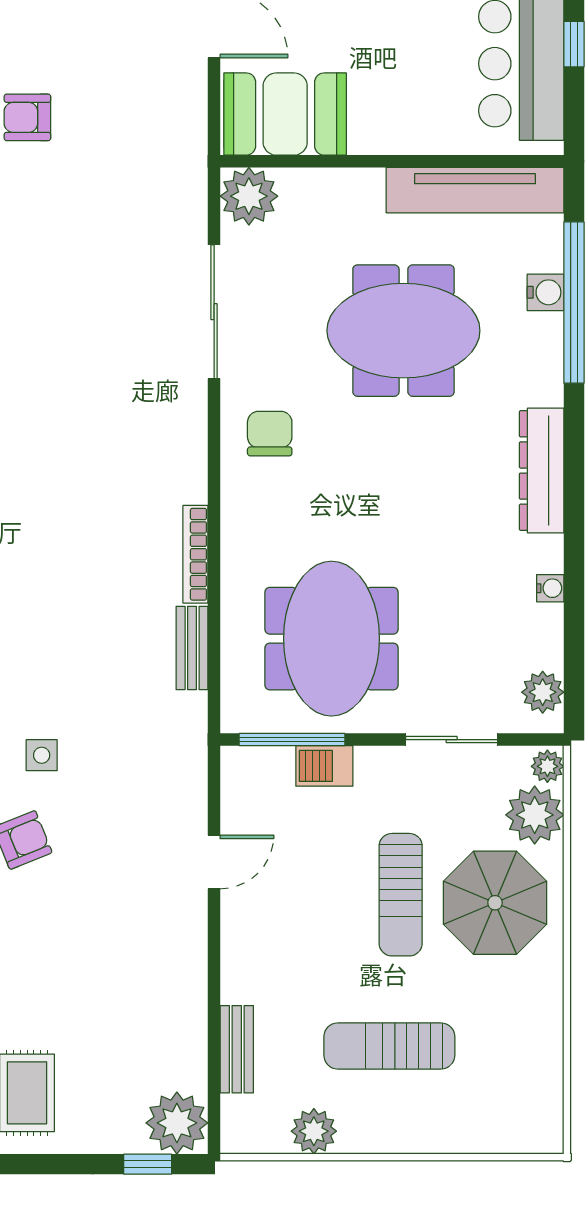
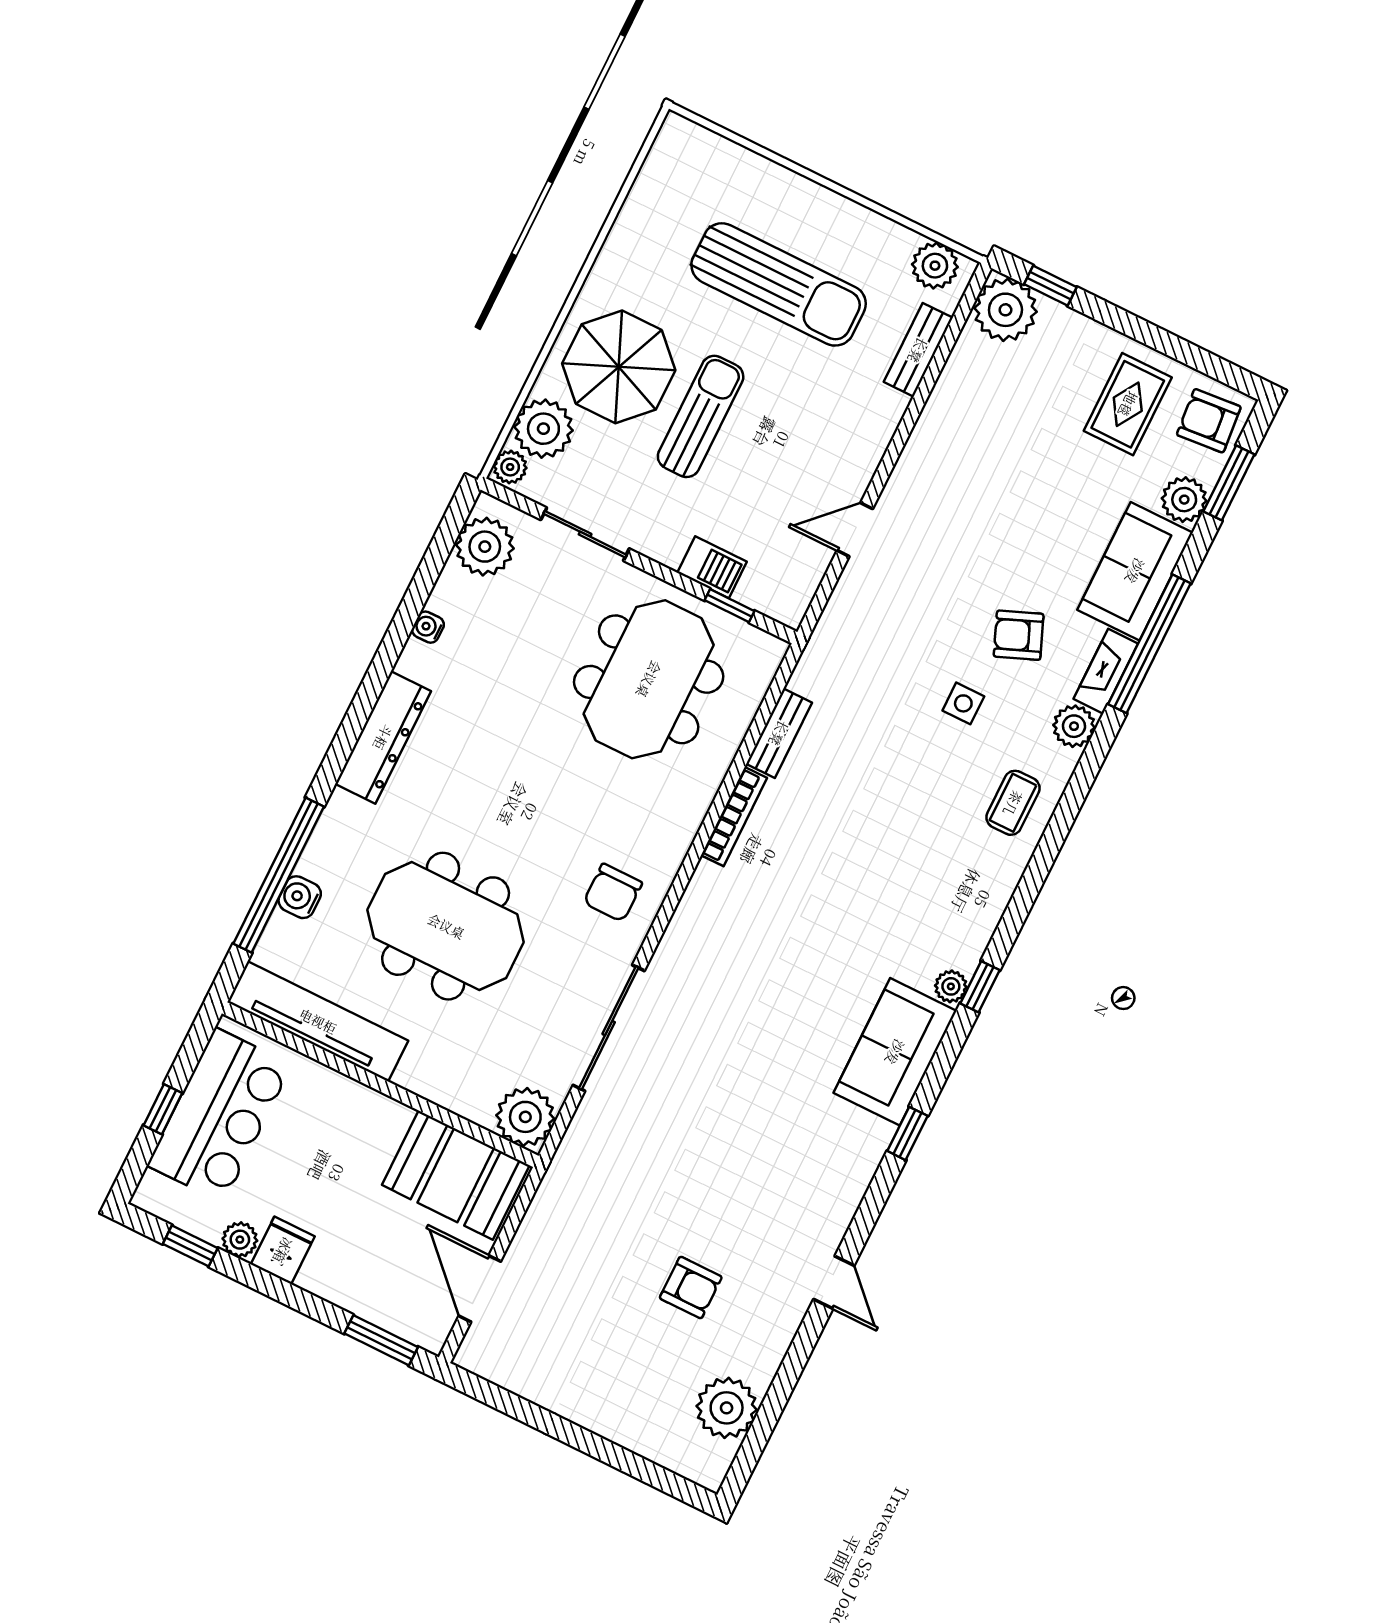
plant: (543, 692) -> (485, 547), width x1.36, depth x1.36
window: (292, 740) -> (730, 606), width x0.46
sun lounger: (389, 1046) -> (779, 284), width x1.36, depth x1.34
plant: (314, 1131) -> (935, 266), moved

